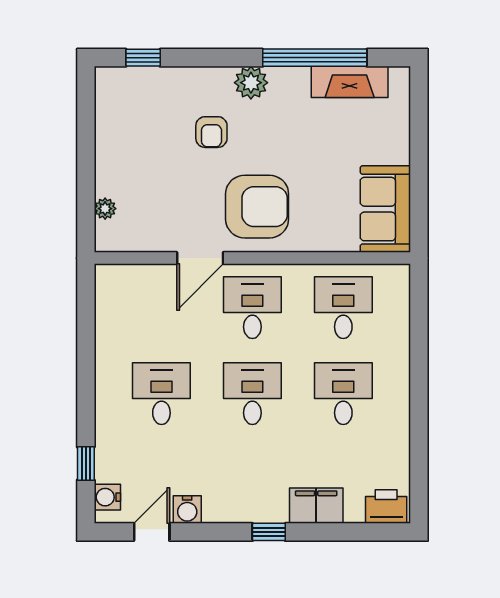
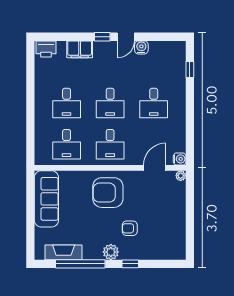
window: (143, 58) -> (130, 264), moved
armchair: (211, 132) -> (130, 228), turned -90
plant: (105, 209) -> (181, 176), moved
sofa: (385, 209) -> (46, 199), width x1.36
door: (200, 258) -> (155, 168), moved
water cooler: (107, 497) -> (180, 159), moved
door: (152, 532) -> (126, 37), moved

